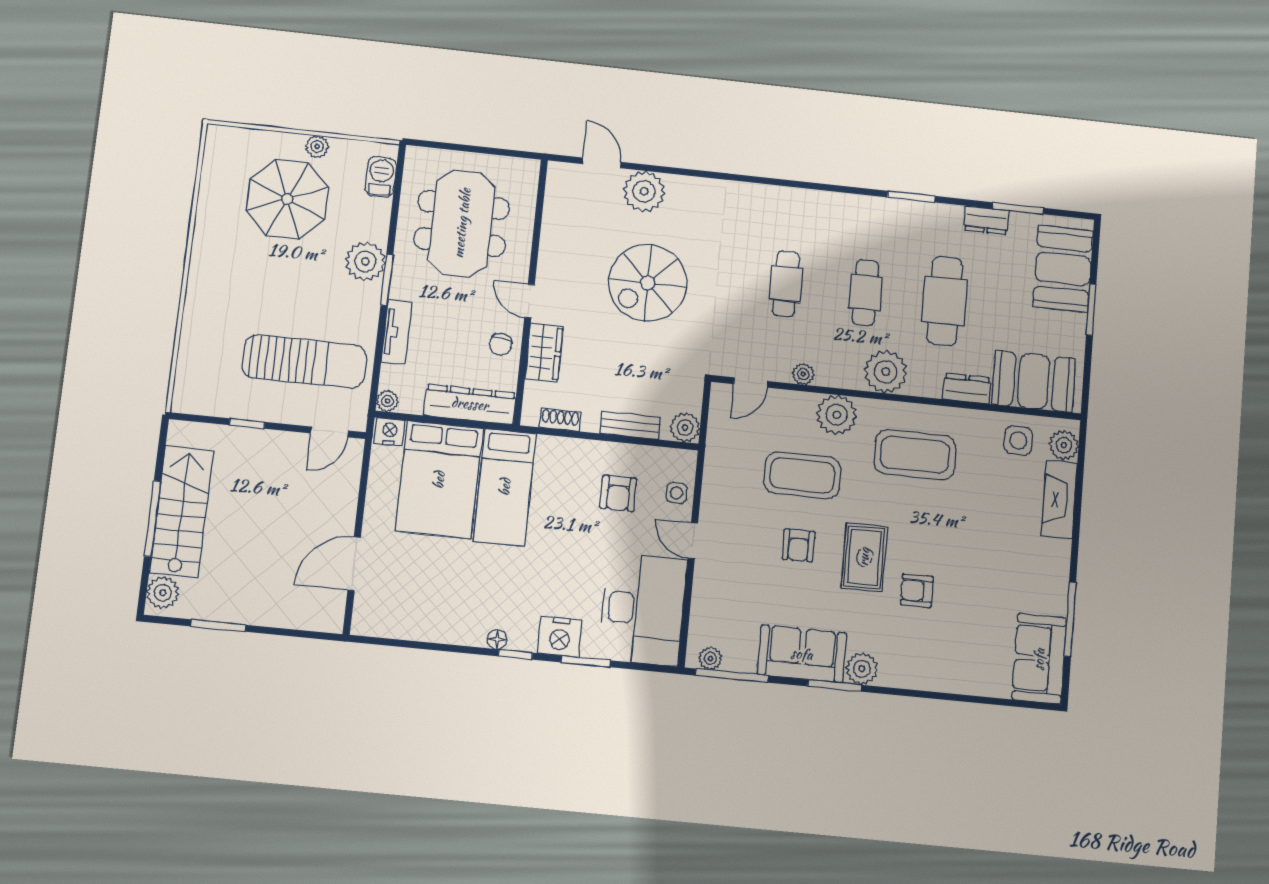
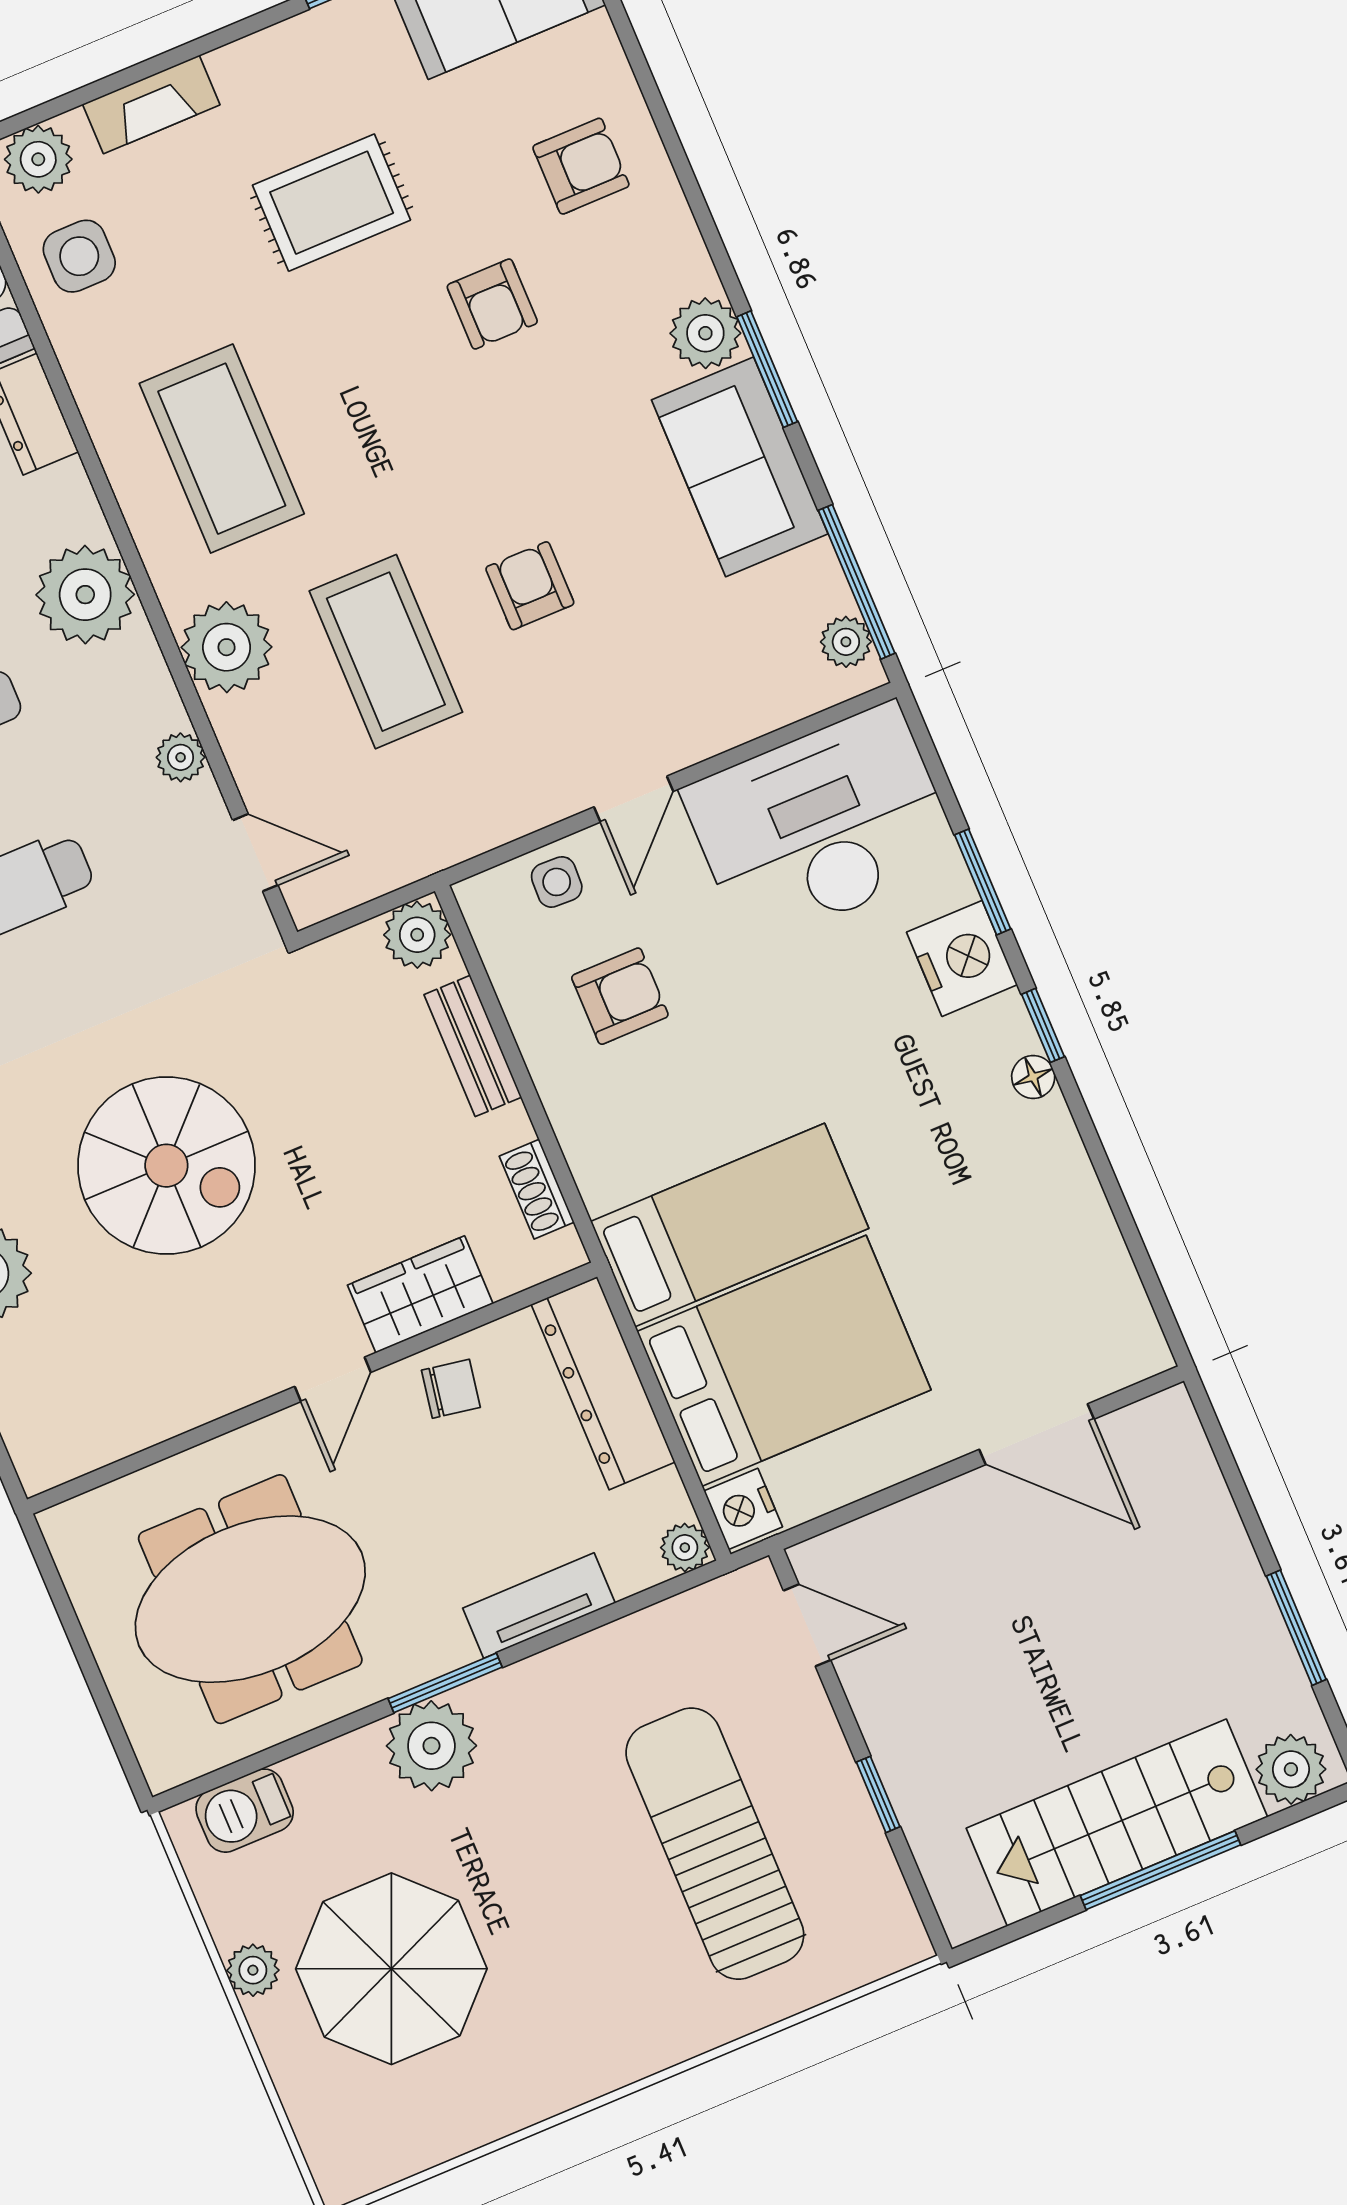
sun lounger: (304, 362) -> (715, 1844), moved
fireplace: (1059, 500) -> (151, 104), width x0.73, depth x0.76
armchair: (798, 545) -> (530, 586), turned -90
rug: (864, 557) -> (332, 203), moved
armchair: (953, 655) -> (581, 166), added

